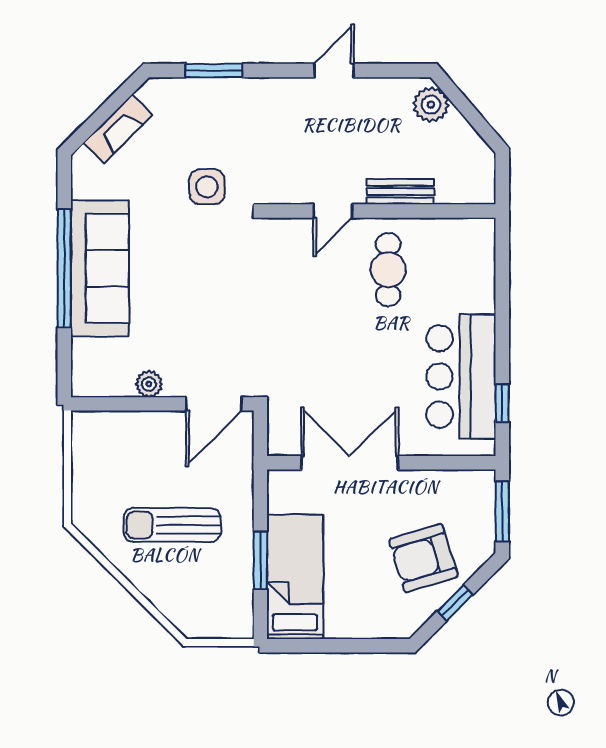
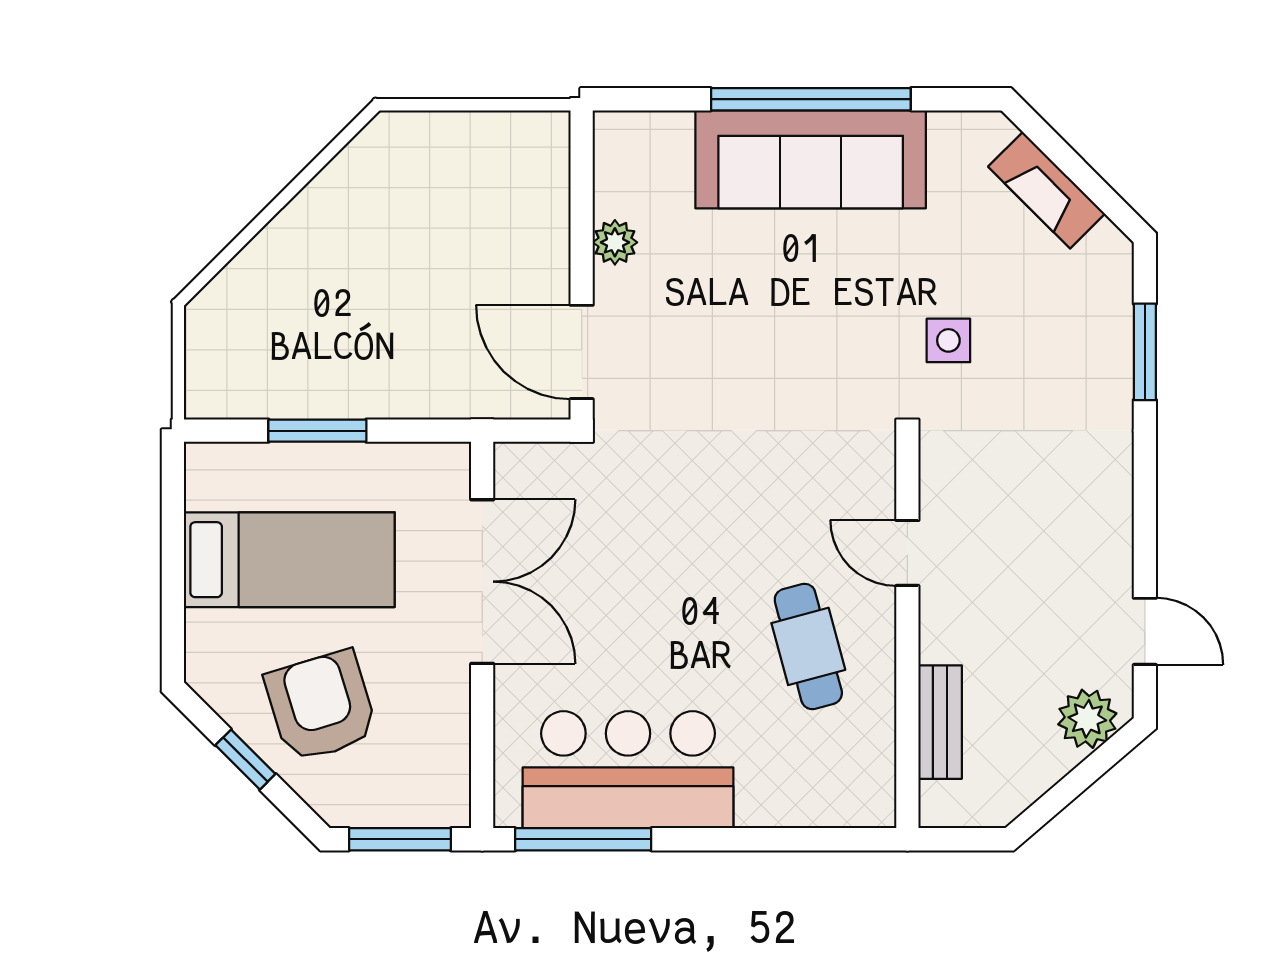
door: (334, 70) -> (1145, 631), moved
side table: (207, 187) -> (948, 340), width x0.73, depth x0.73
bench: (400, 192) -> (940, 722), moved
cafe table: (388, 270) -> (808, 646), turned 75
window: (502, 403) -> (583, 839), width x2.17
sun lounger: (172, 525) -> (377, 281), removed
bed: (295, 577) -> (289, 560), moved

